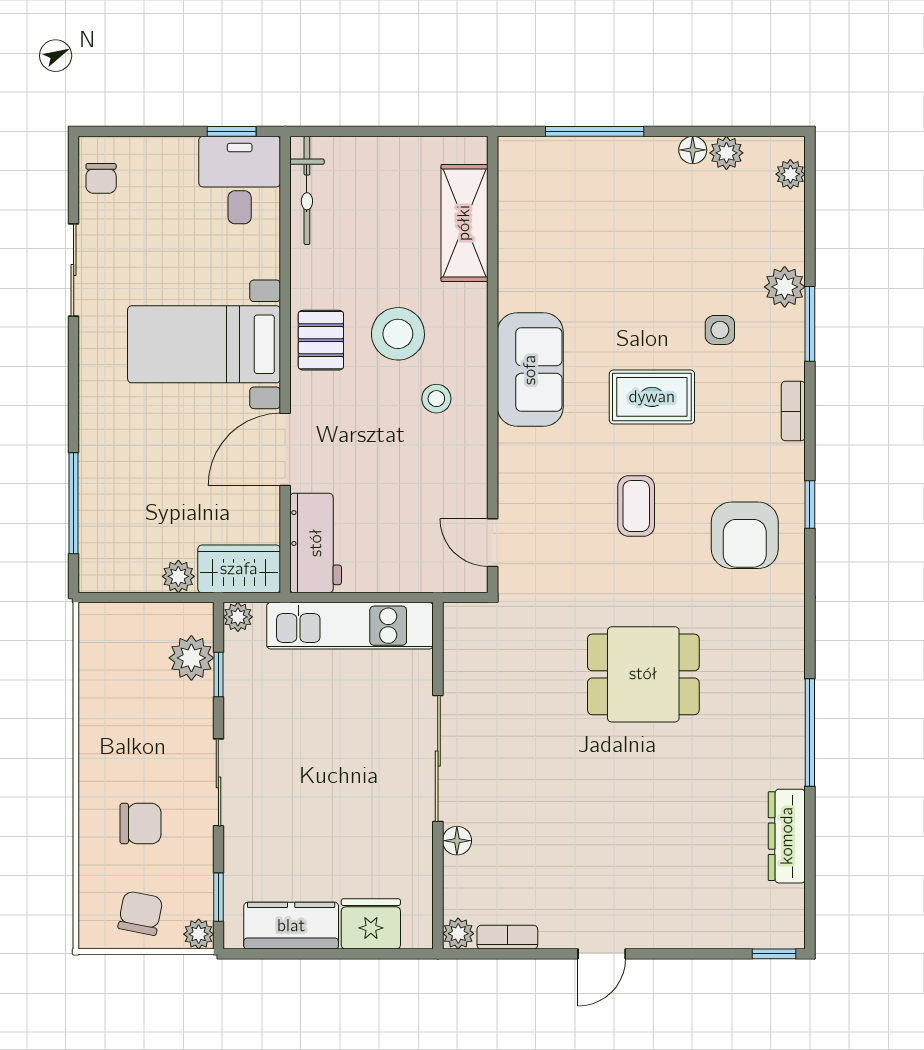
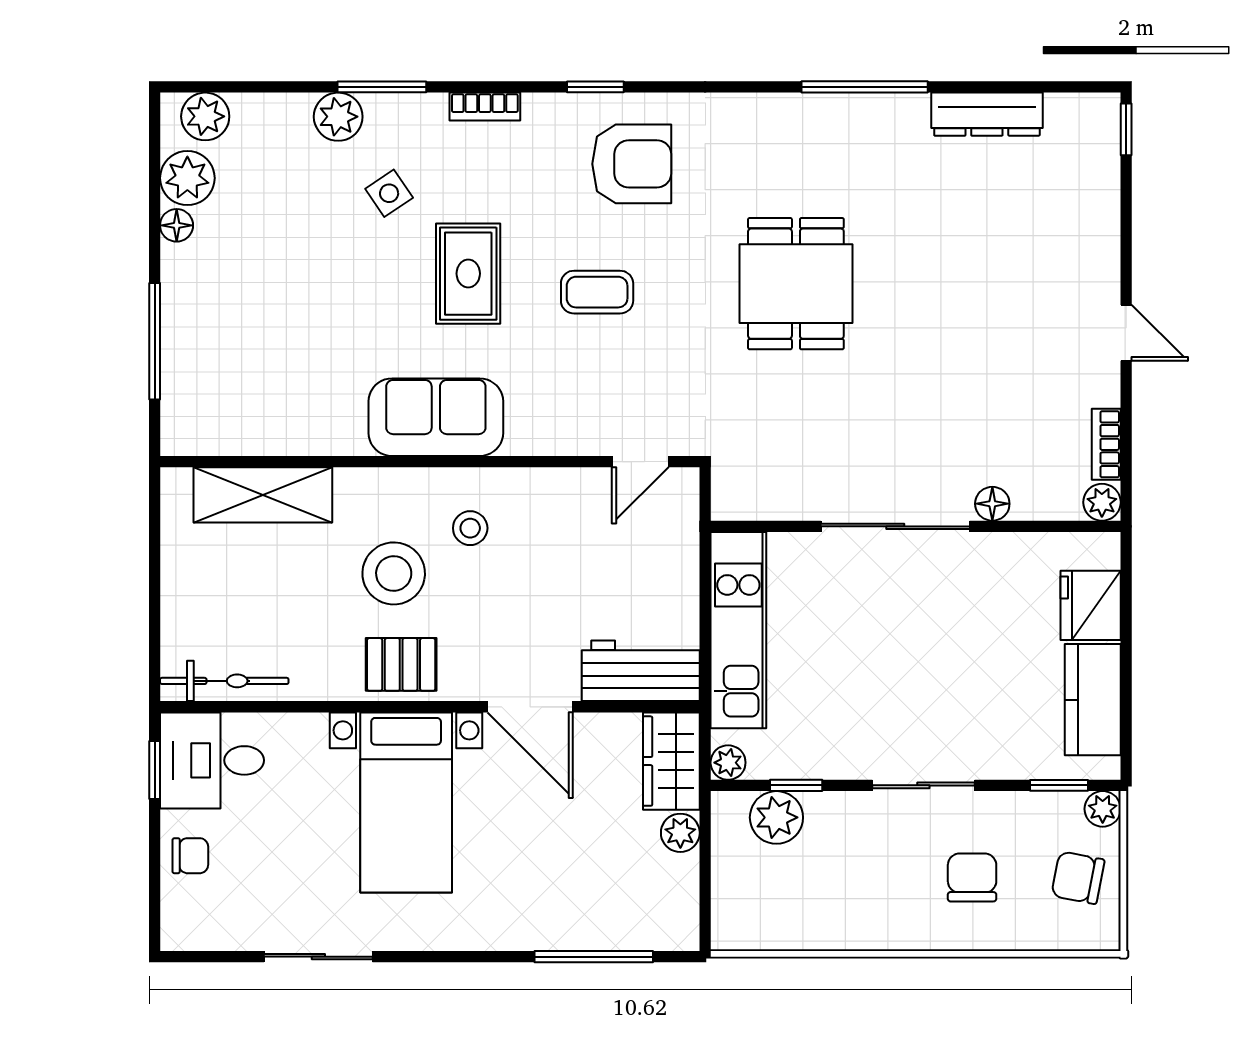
plant: (726, 153) -> (187, 178), width x1.38, depth x1.38
plant: (790, 174) -> (205, 116), width x1.38, depth x1.38
chair: (101, 178) -> (190, 856), moved
side table: (720, 330) -> (389, 193), turned -34

